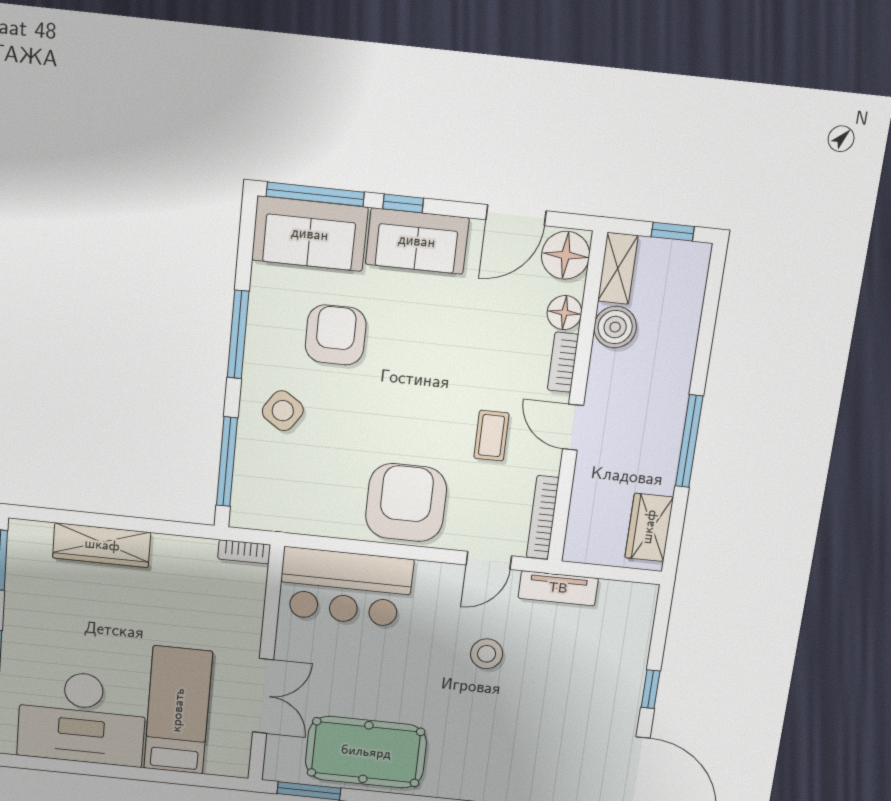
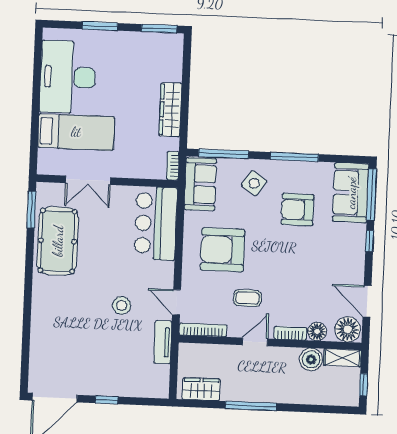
sofa: (417, 241) -> (200, 184), moved, turned 180
armchair: (336, 335) -> (297, 210), turned 180
armchair: (406, 503) -> (222, 250), moved, turned 180
wardrobe: (102, 545) -> (170, 110), moved

